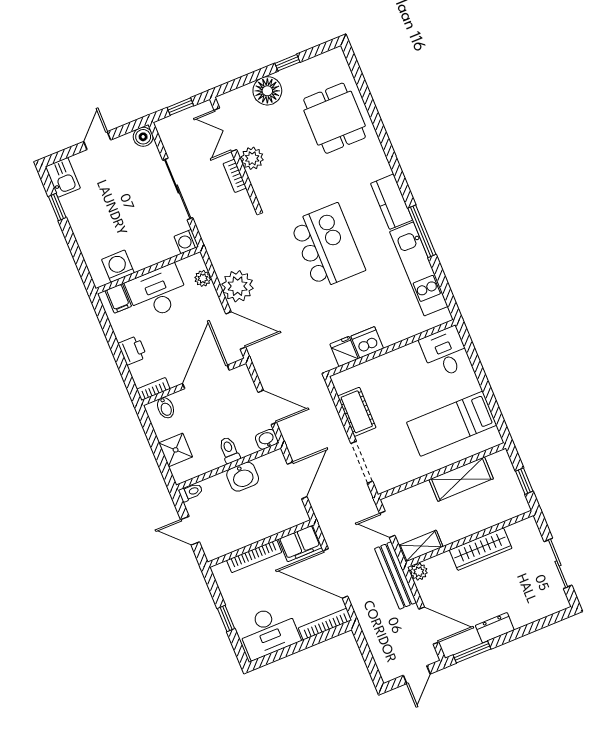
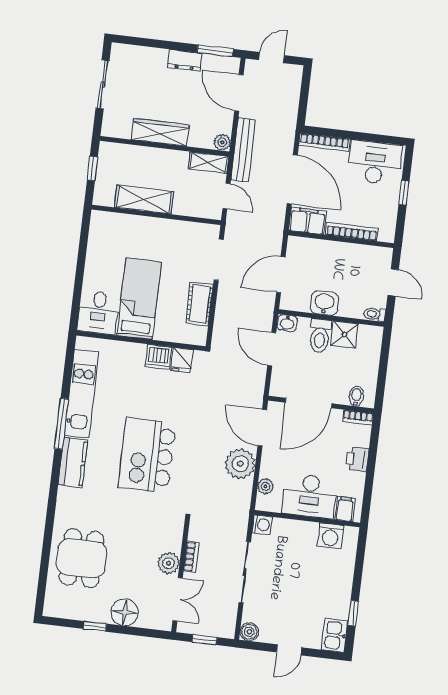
bed: (452, 424) -> (139, 299), moved, turned -90
shower: (176, 450) -> (344, 334), moved
toilet: (229, 450) -> (320, 336), width x1.37, depth x1.39

